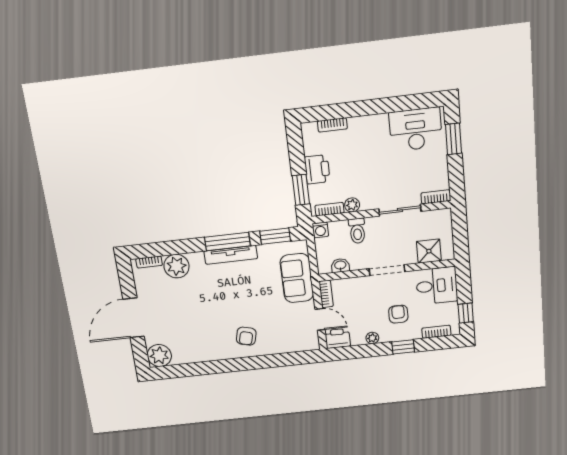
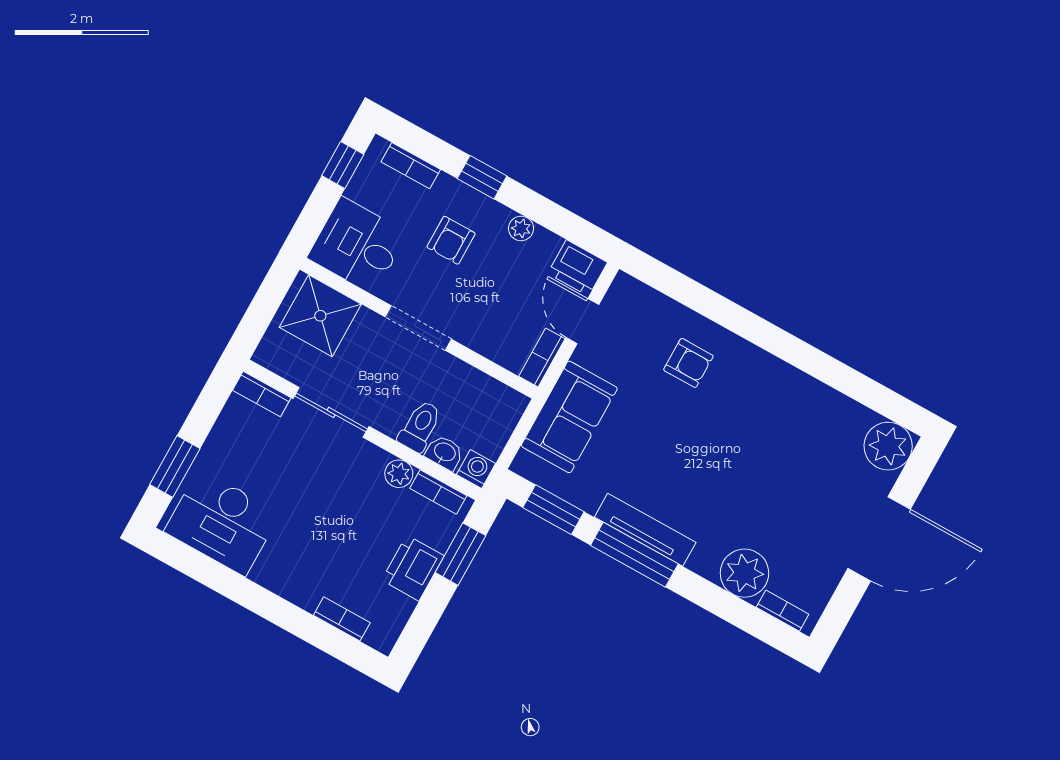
shower: (429, 251) -> (320, 316), width x1.36, depth x1.36
washbasin: (340, 265) -> (444, 453), moved, turned 180
armchair: (246, 336) -> (688, 363), moved, turned 76

